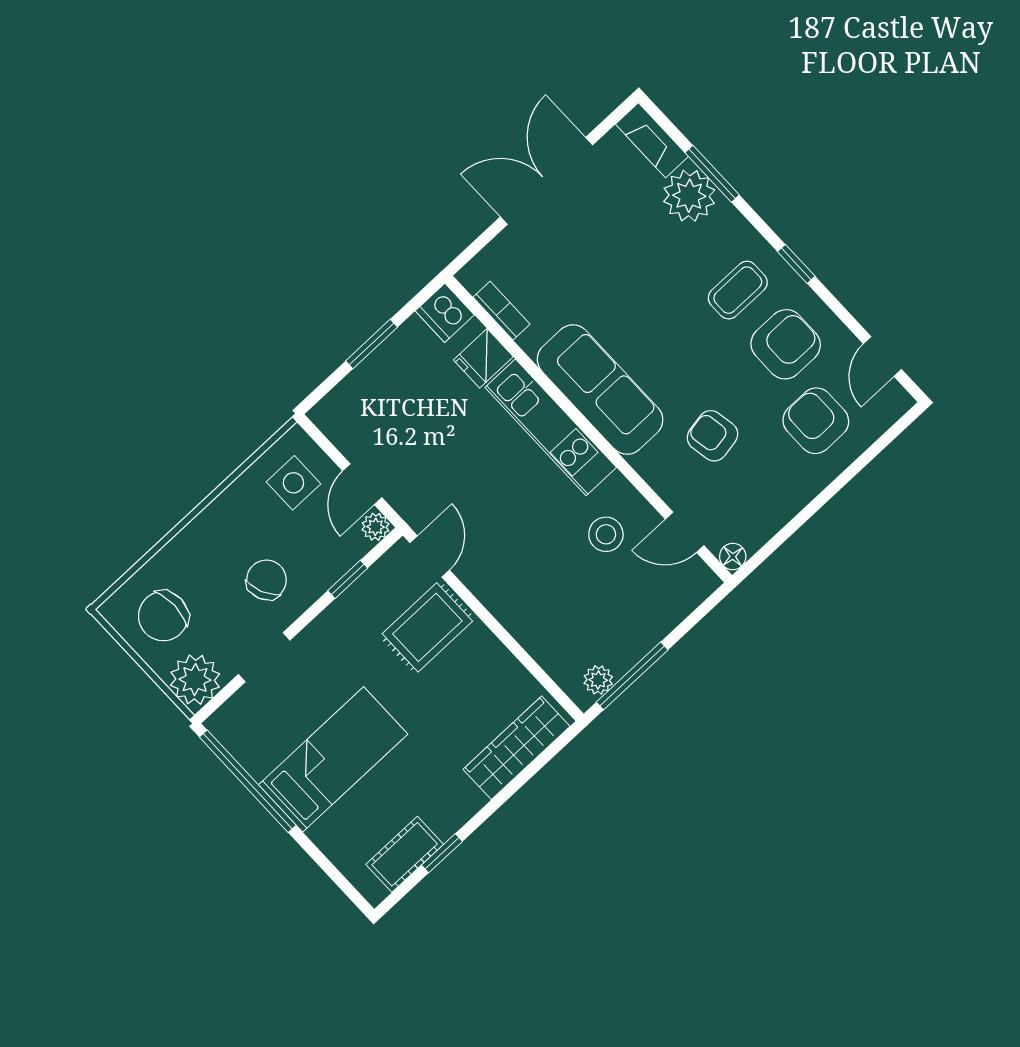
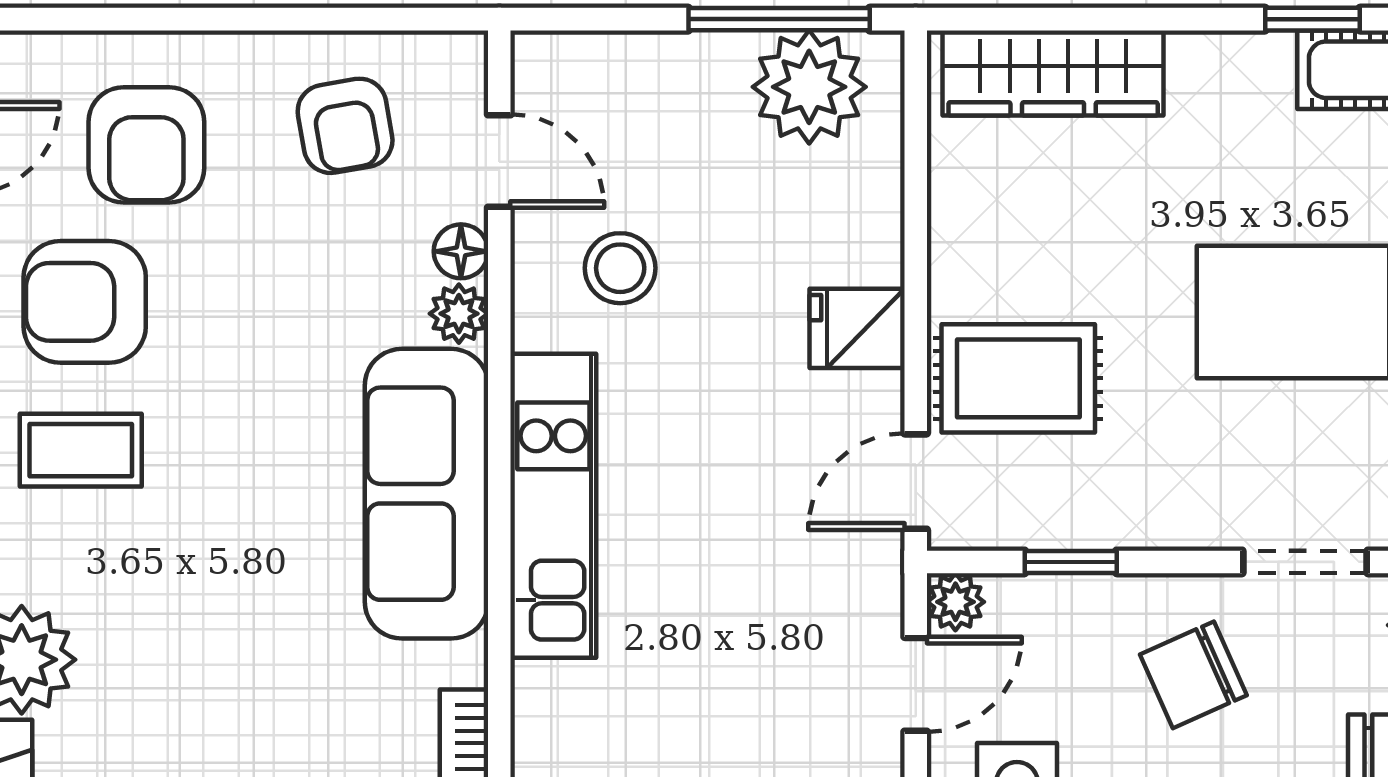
fridge: (483, 358) -> (857, 328), moved, turned 180
armchair: (712, 436) -> (345, 126), moved
plant: (648, 465) -> (459, 314), added
floor lamp: (733, 557) -> (461, 251), moved
plant: (598, 680) -> (809, 87), width x1.88, depth x1.88

